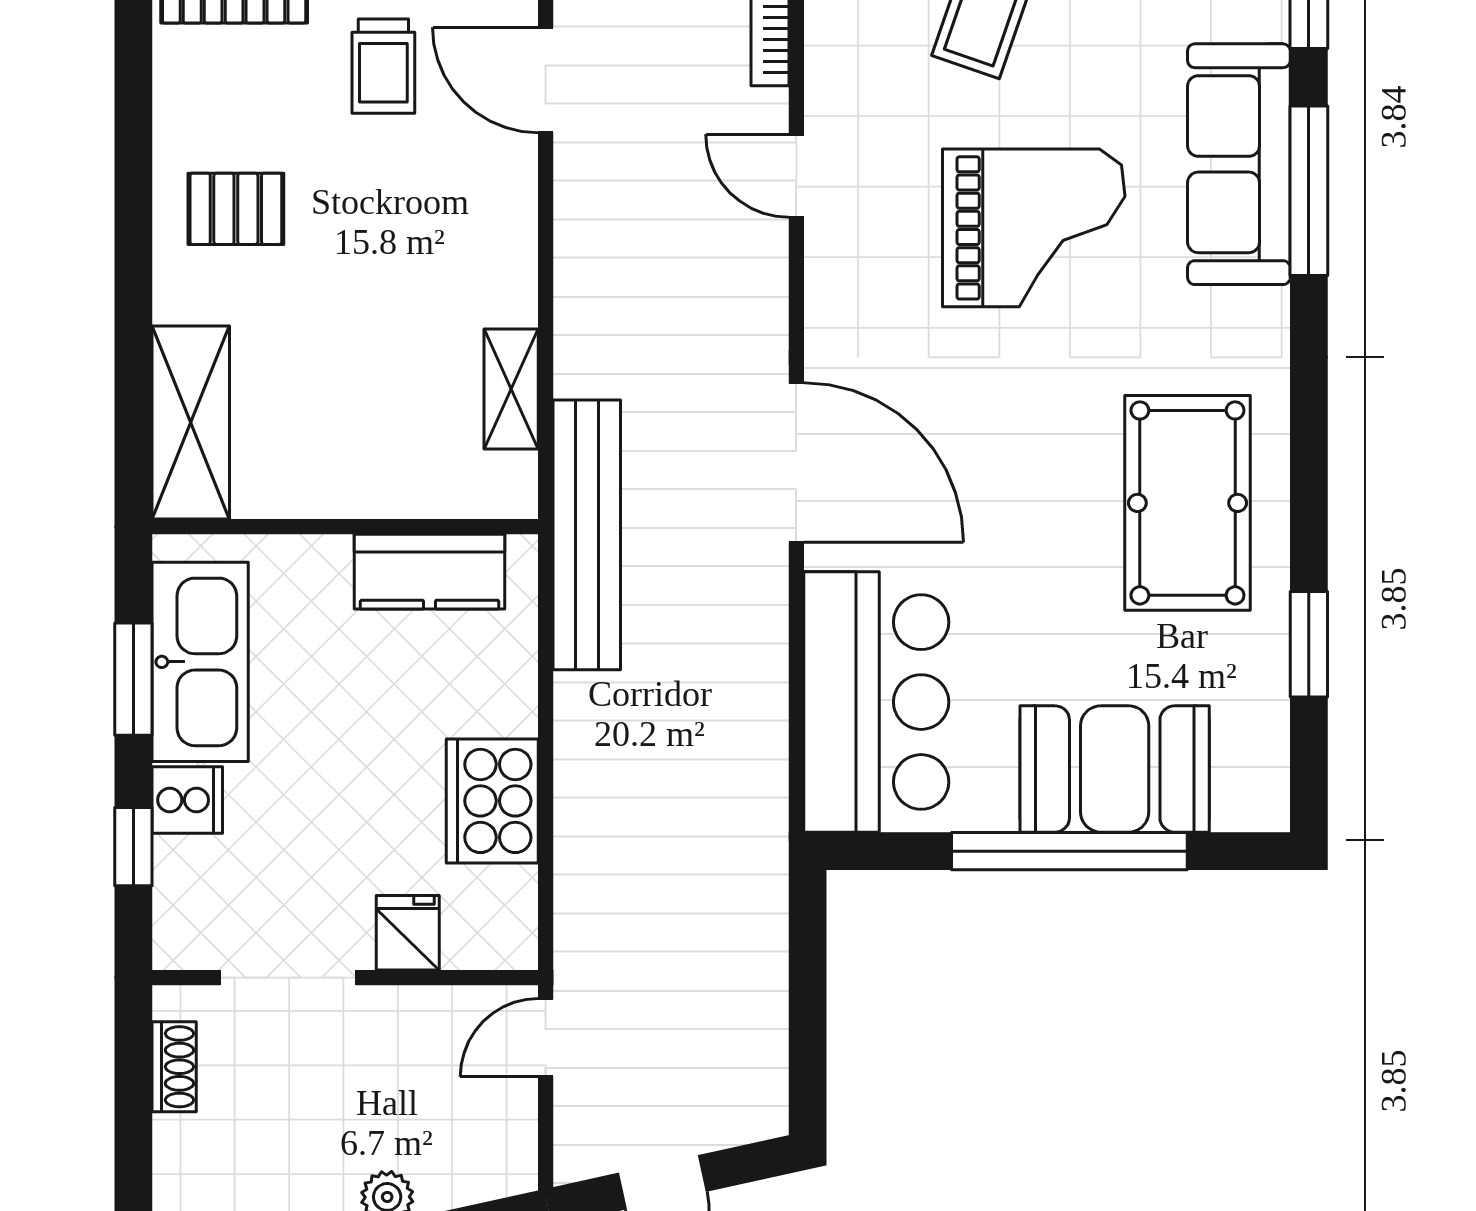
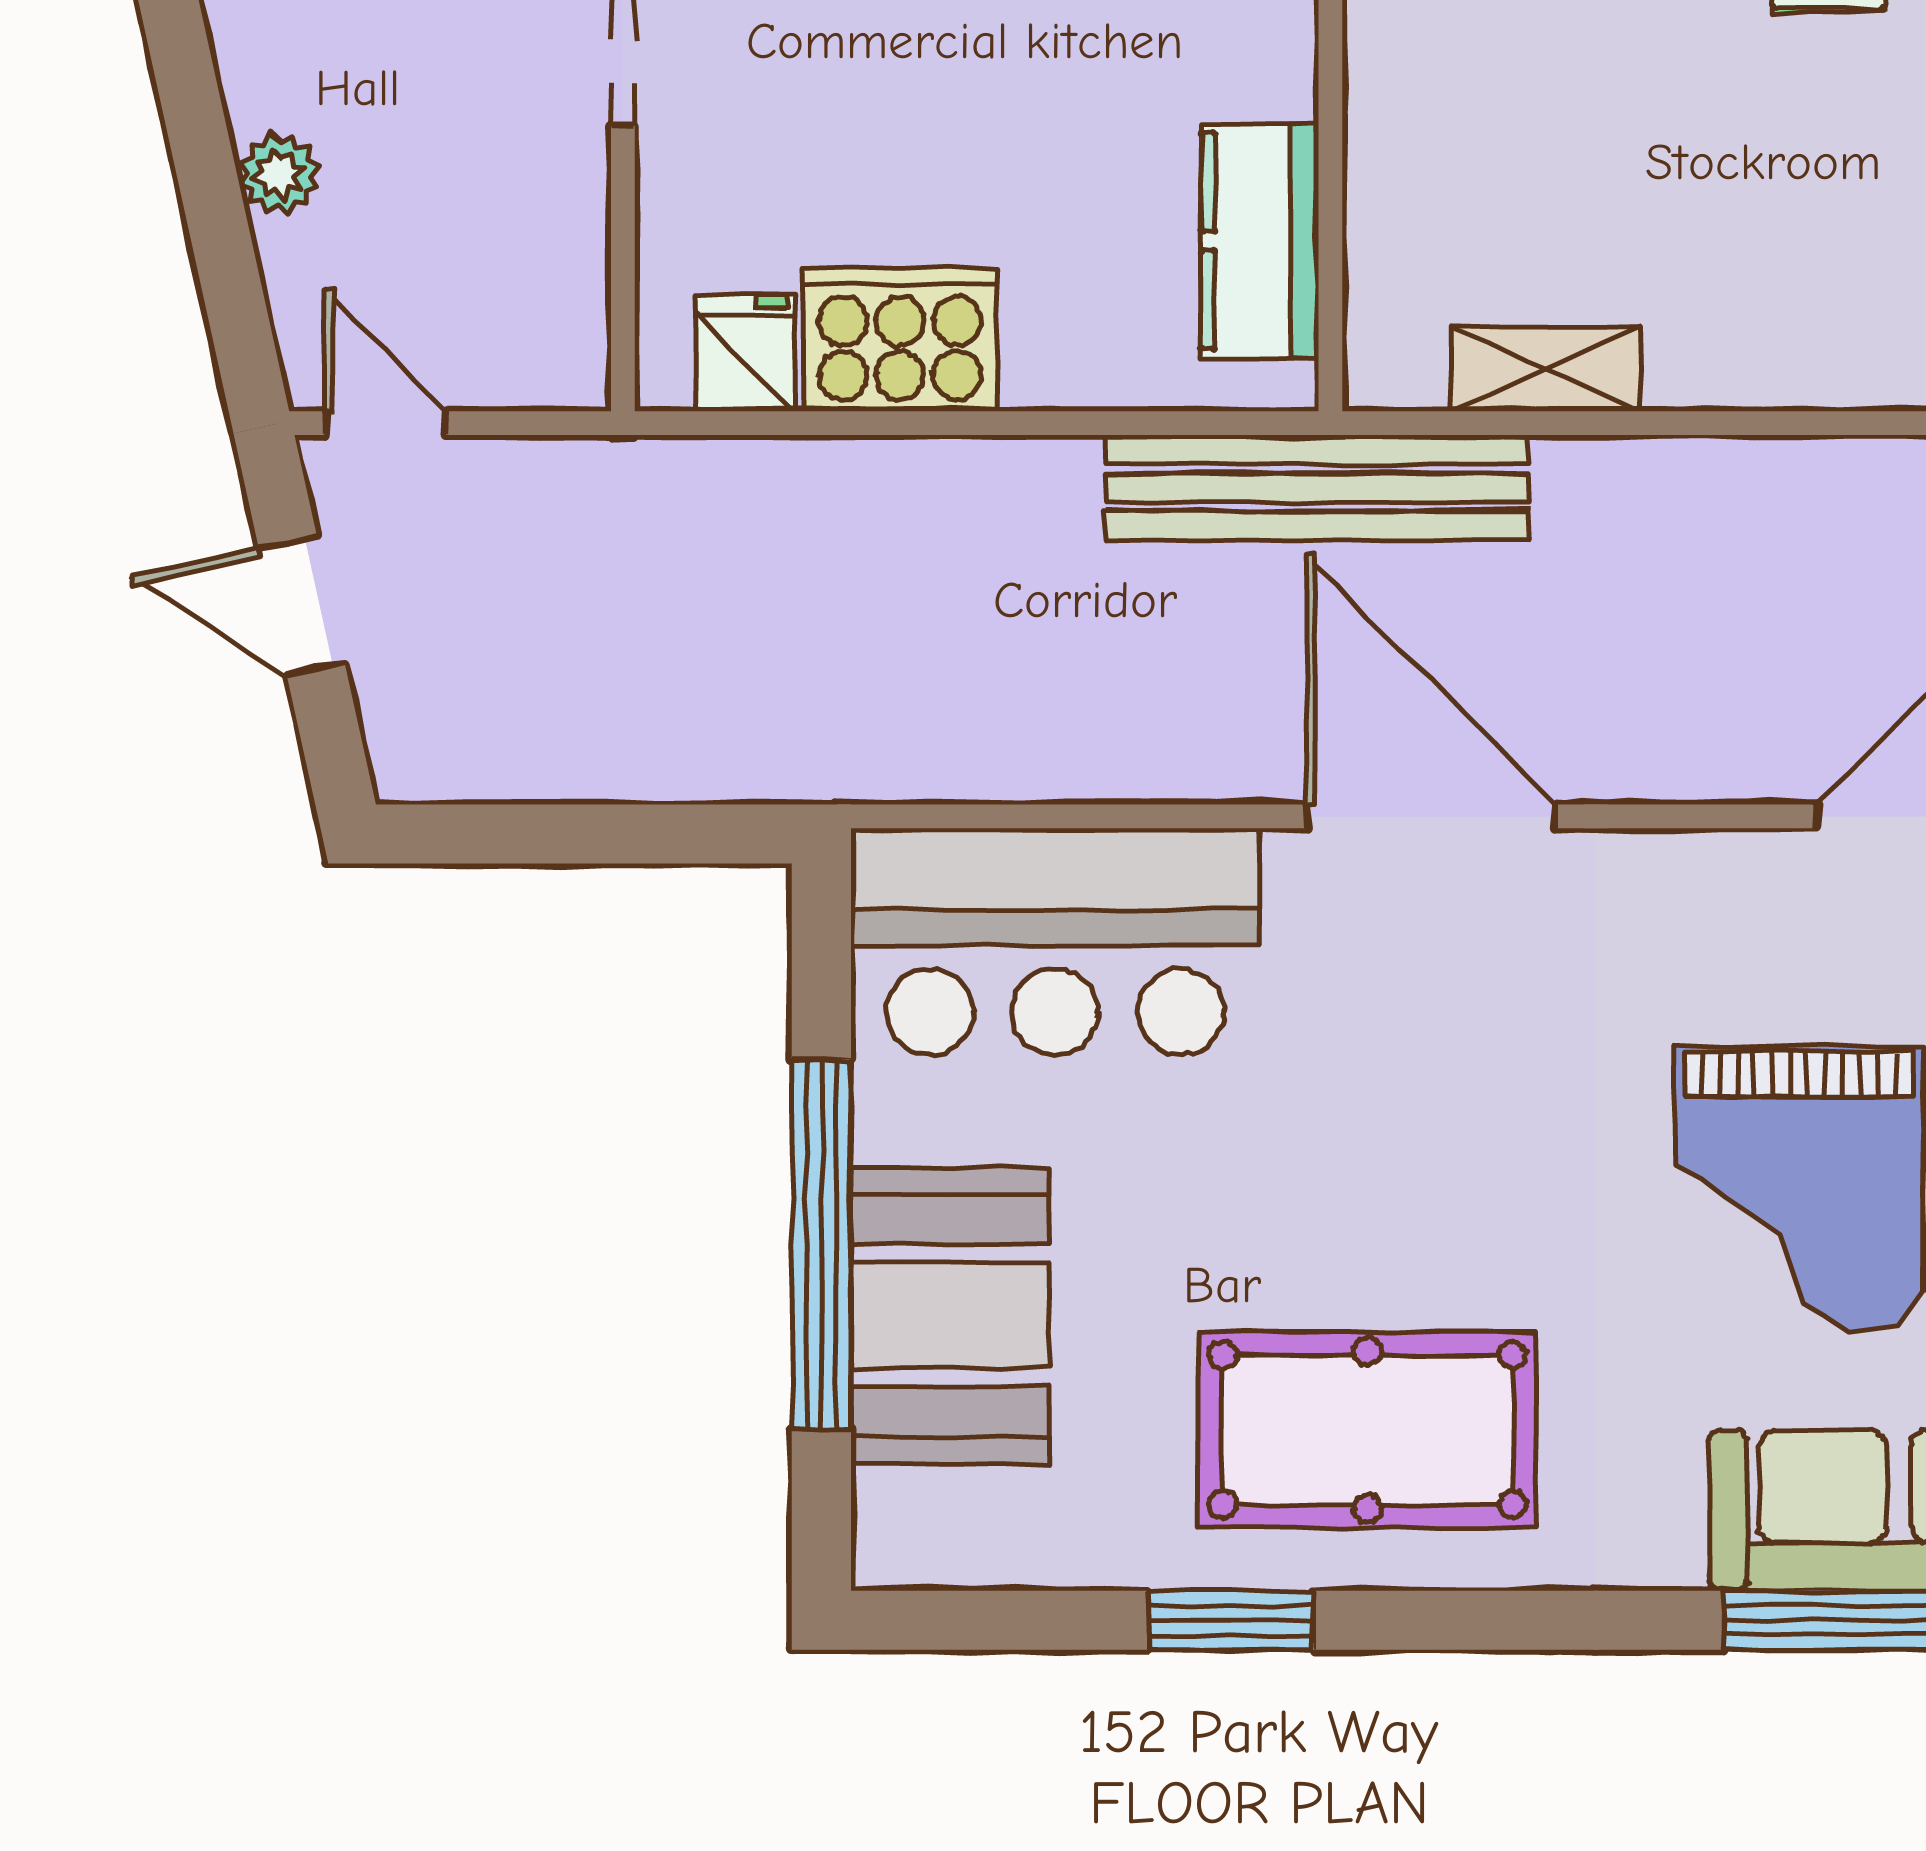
door: (796, 462) -> (1431, 816), swing flipped
window: (1309, 644) -> (1231, 1620), moved
fridge: (408, 933) -> (745, 353), moved, turned -90
door: (546, 1038) -> (385, 423), moved

